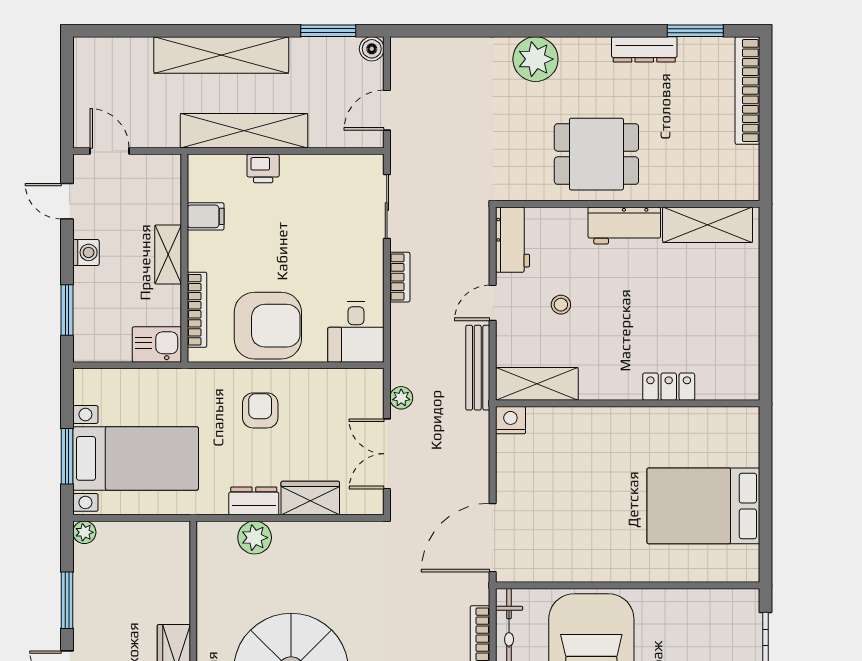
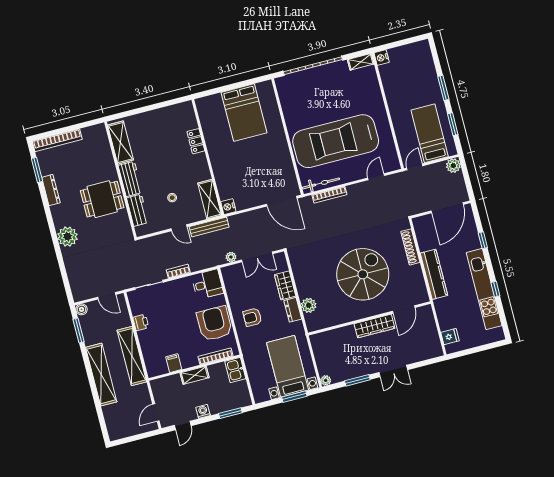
dining table: (596, 154) -> (102, 199), turned 90
printer: (263, 168) -> (141, 323), moved
workbench: (512, 240) -> (138, 210), moved, turned 90

